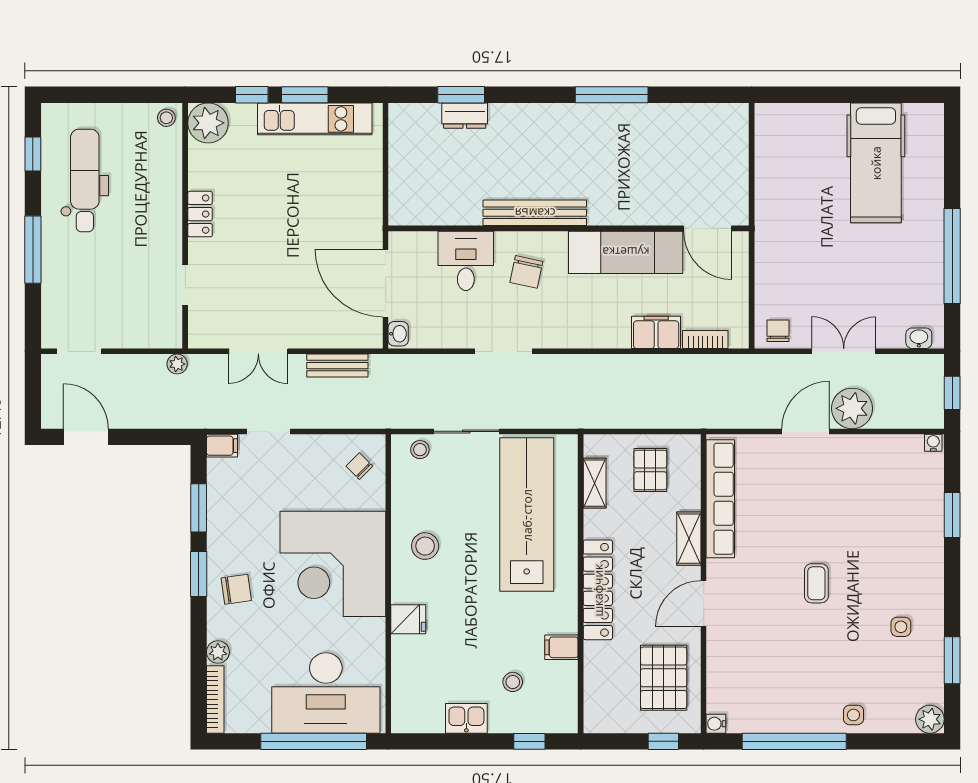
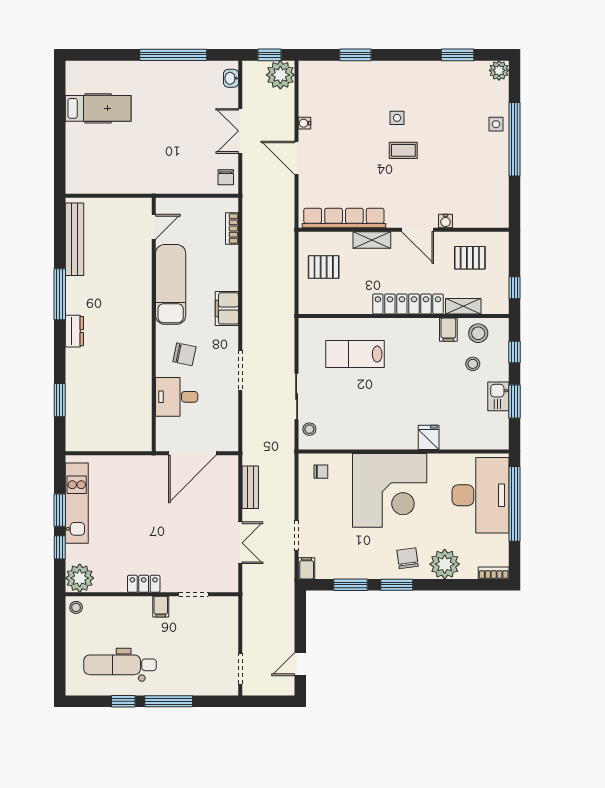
dresser: (465, 116) -> (74, 331), moved
window: (33, 154) -> (123, 701), moved
hospital bed: (876, 163) -> (98, 108), width x0.73, depth x0.78
bench: (535, 213) -> (74, 239), moved
door: (708, 228) -> (154, 227), width x0.73
filing cabinet: (168, 238) -> (161, 607), added
chair: (778, 331) -> (226, 177), turned -90
filing cabinet: (656, 332) -> (227, 308), moved
washbasin: (398, 334) -> (228, 444), removed
plant: (177, 364) -> (249, 600), removed
plant: (852, 408) -> (280, 75), moved
door: (86, 437) -> (300, 664), width x0.73
water cooler: (933, 443) -> (305, 123), moved
chair: (359, 466) -> (321, 472), turned -135
shelving: (595, 483) -> (463, 306), moved
lab bench: (527, 515) -> (355, 354), width x0.54, depth x0.72
stool: (425, 546) -> (478, 333), moved
side table: (901, 627) -> (397, 118), moved
plant: (218, 652) -> (445, 564), width x1.88, depth x1.88
pallet: (664, 678) -> (470, 258), width x0.67, depth x0.71
bookcase: (215, 699) -> (494, 573), width x0.64
water cooler: (716, 724) -> (446, 221), moved
window: (459, 741) -> (515, 402), added
window: (663, 741) -> (515, 288), moved
window: (794, 741) -> (515, 139), moved

